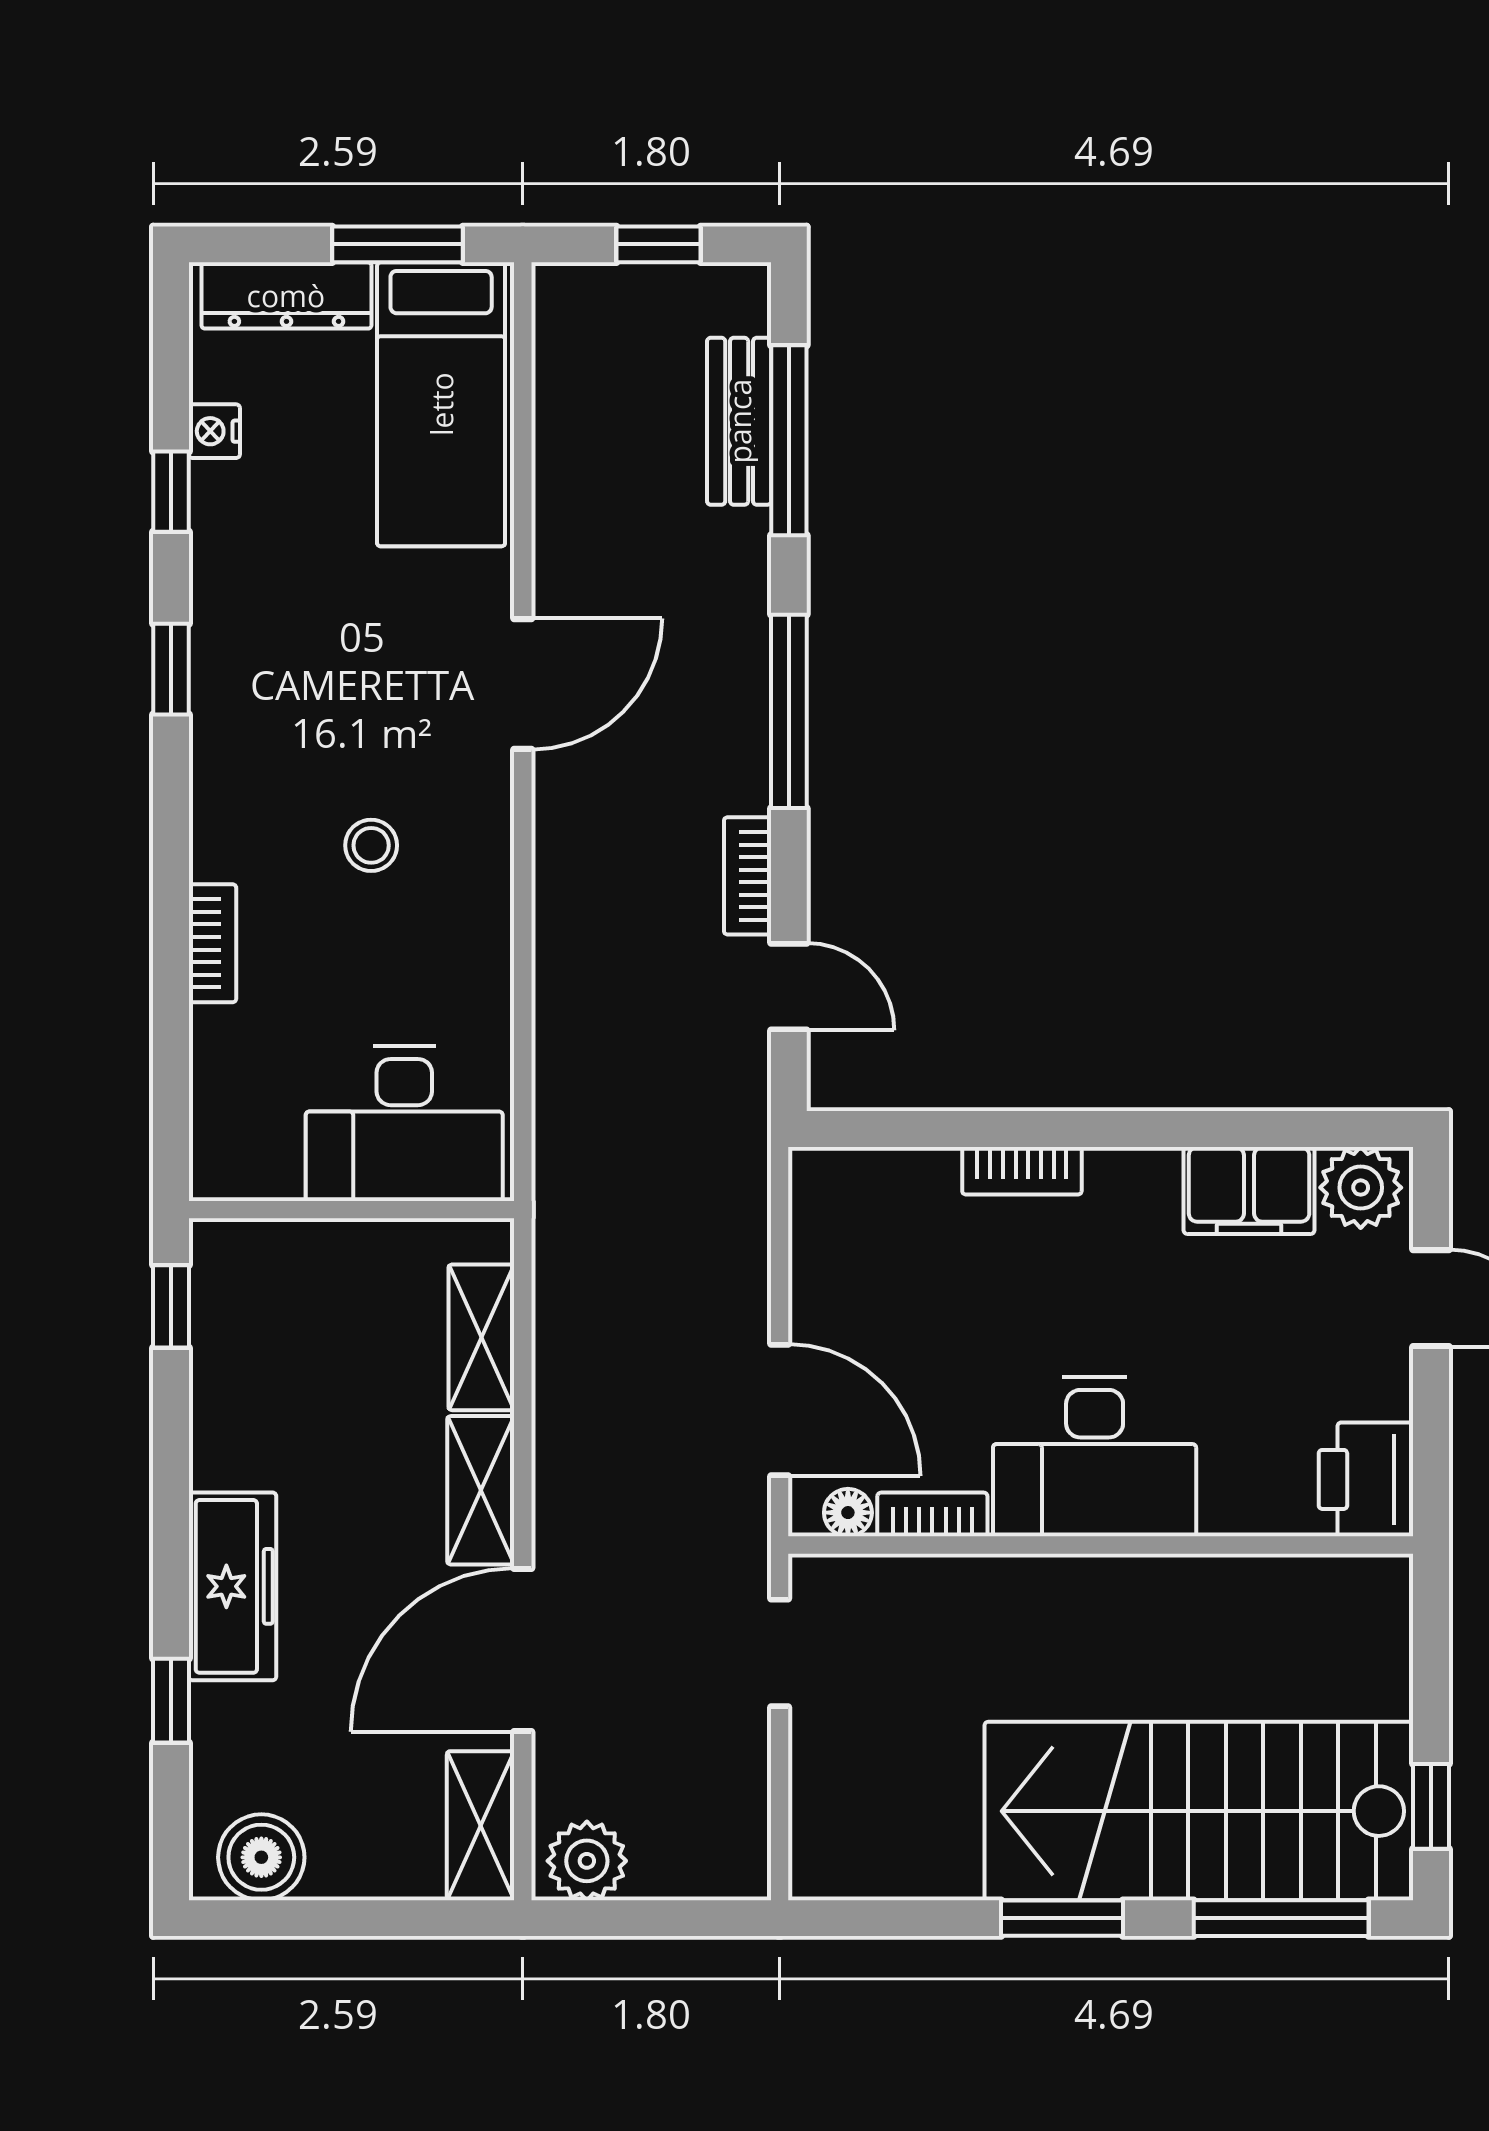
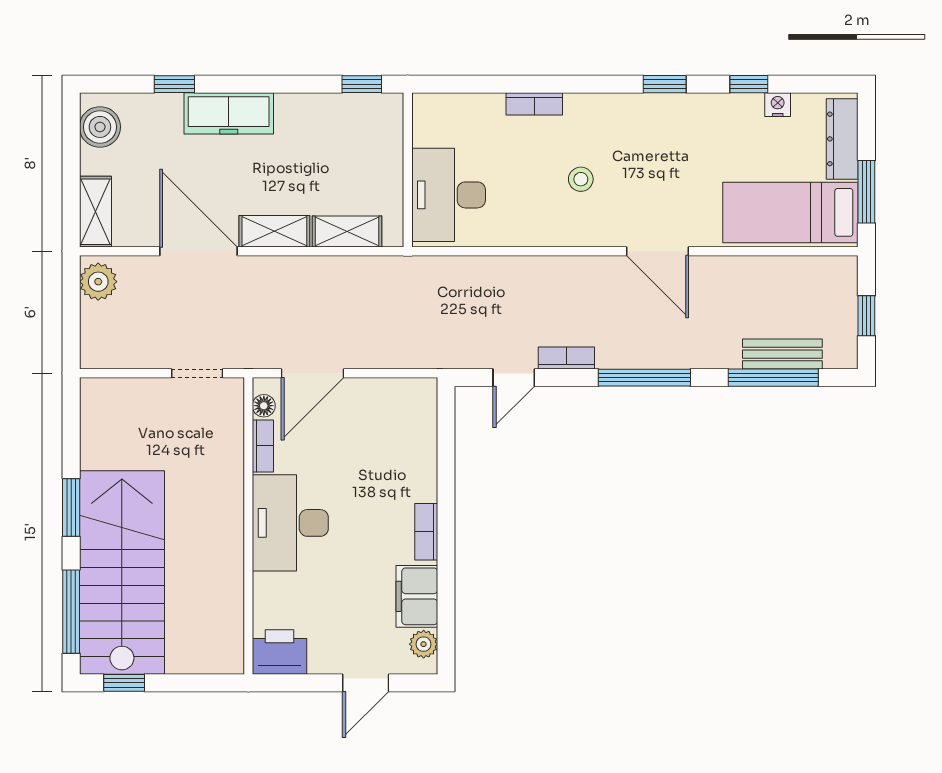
bookcase: (1022, 1171) -> (426, 532), moved
plant: (1361, 1188) -> (424, 644), width x0.73, depth x0.73
shelving: (481, 1826) -> (95, 212), moved, turned 90

